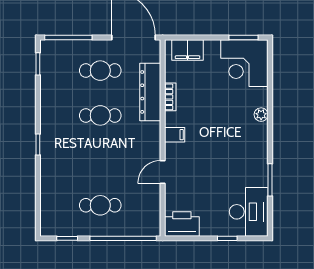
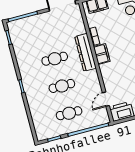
cafe table: (100, 71) -> (62, 86), moved
dresser: (150, 92) -> (85, 52), moved
filing cabinet: (175, 135) -> (102, 54), width x2.00
door: (163, 172) -> (106, 99), moved

